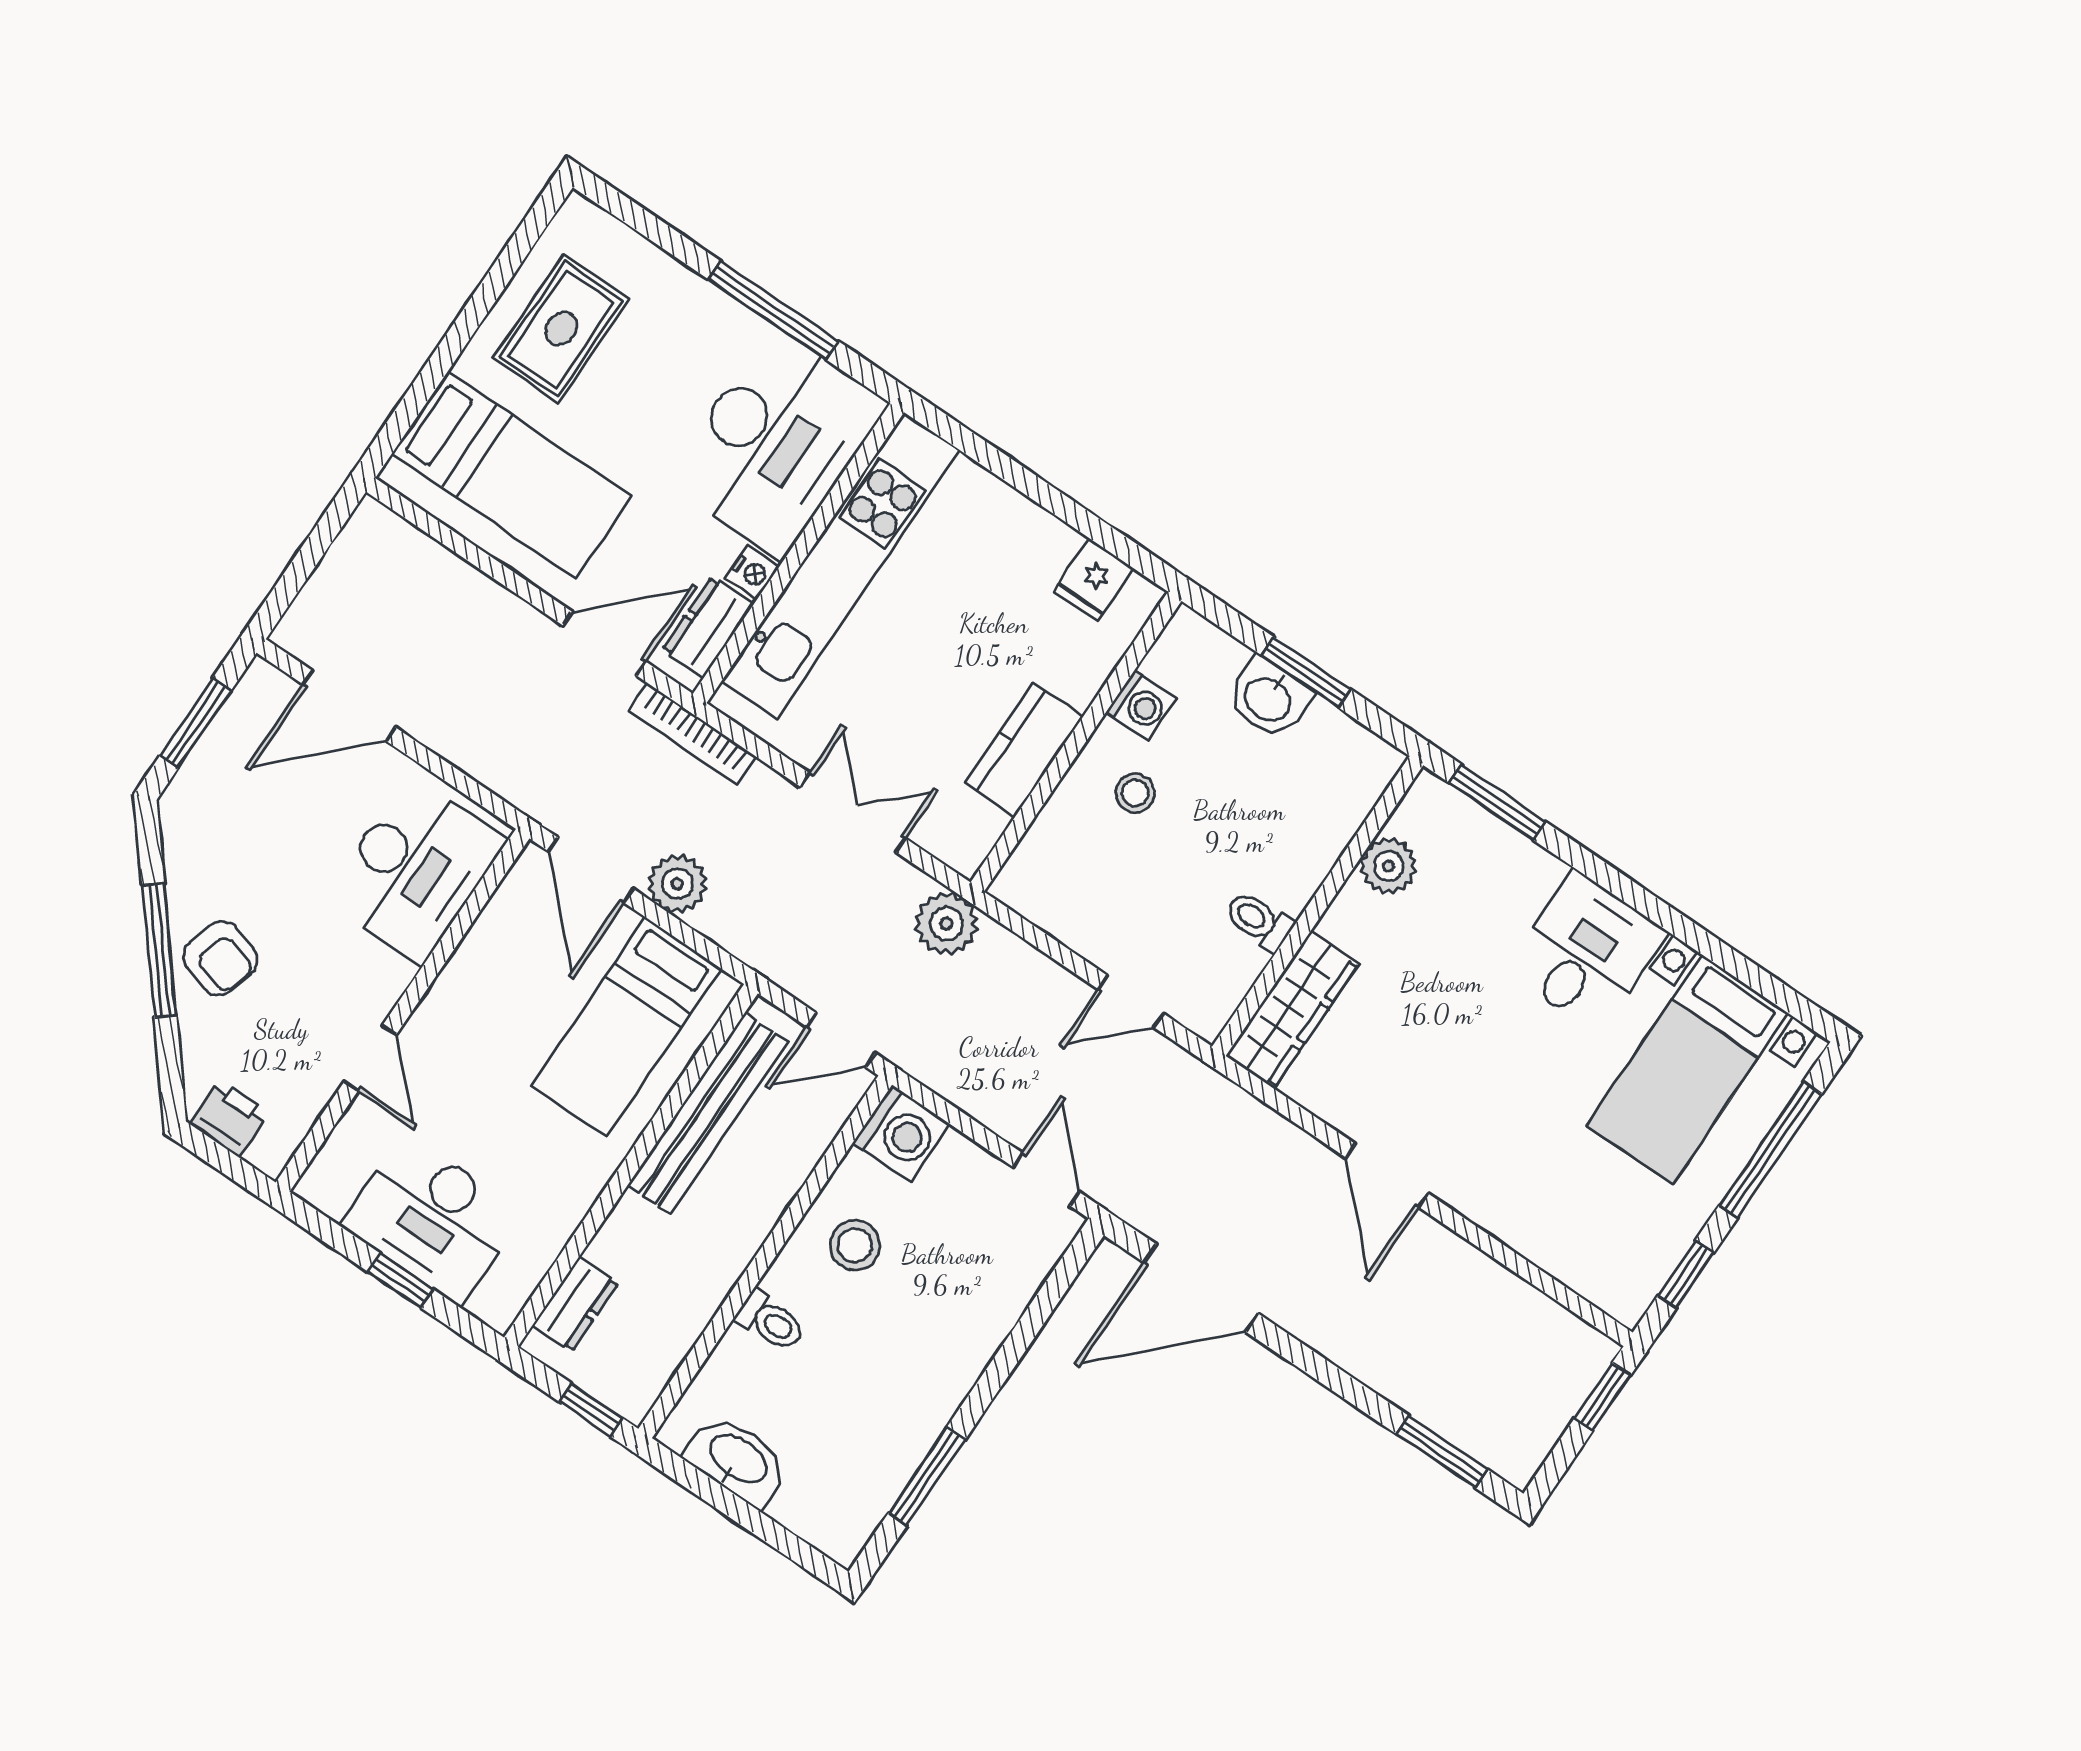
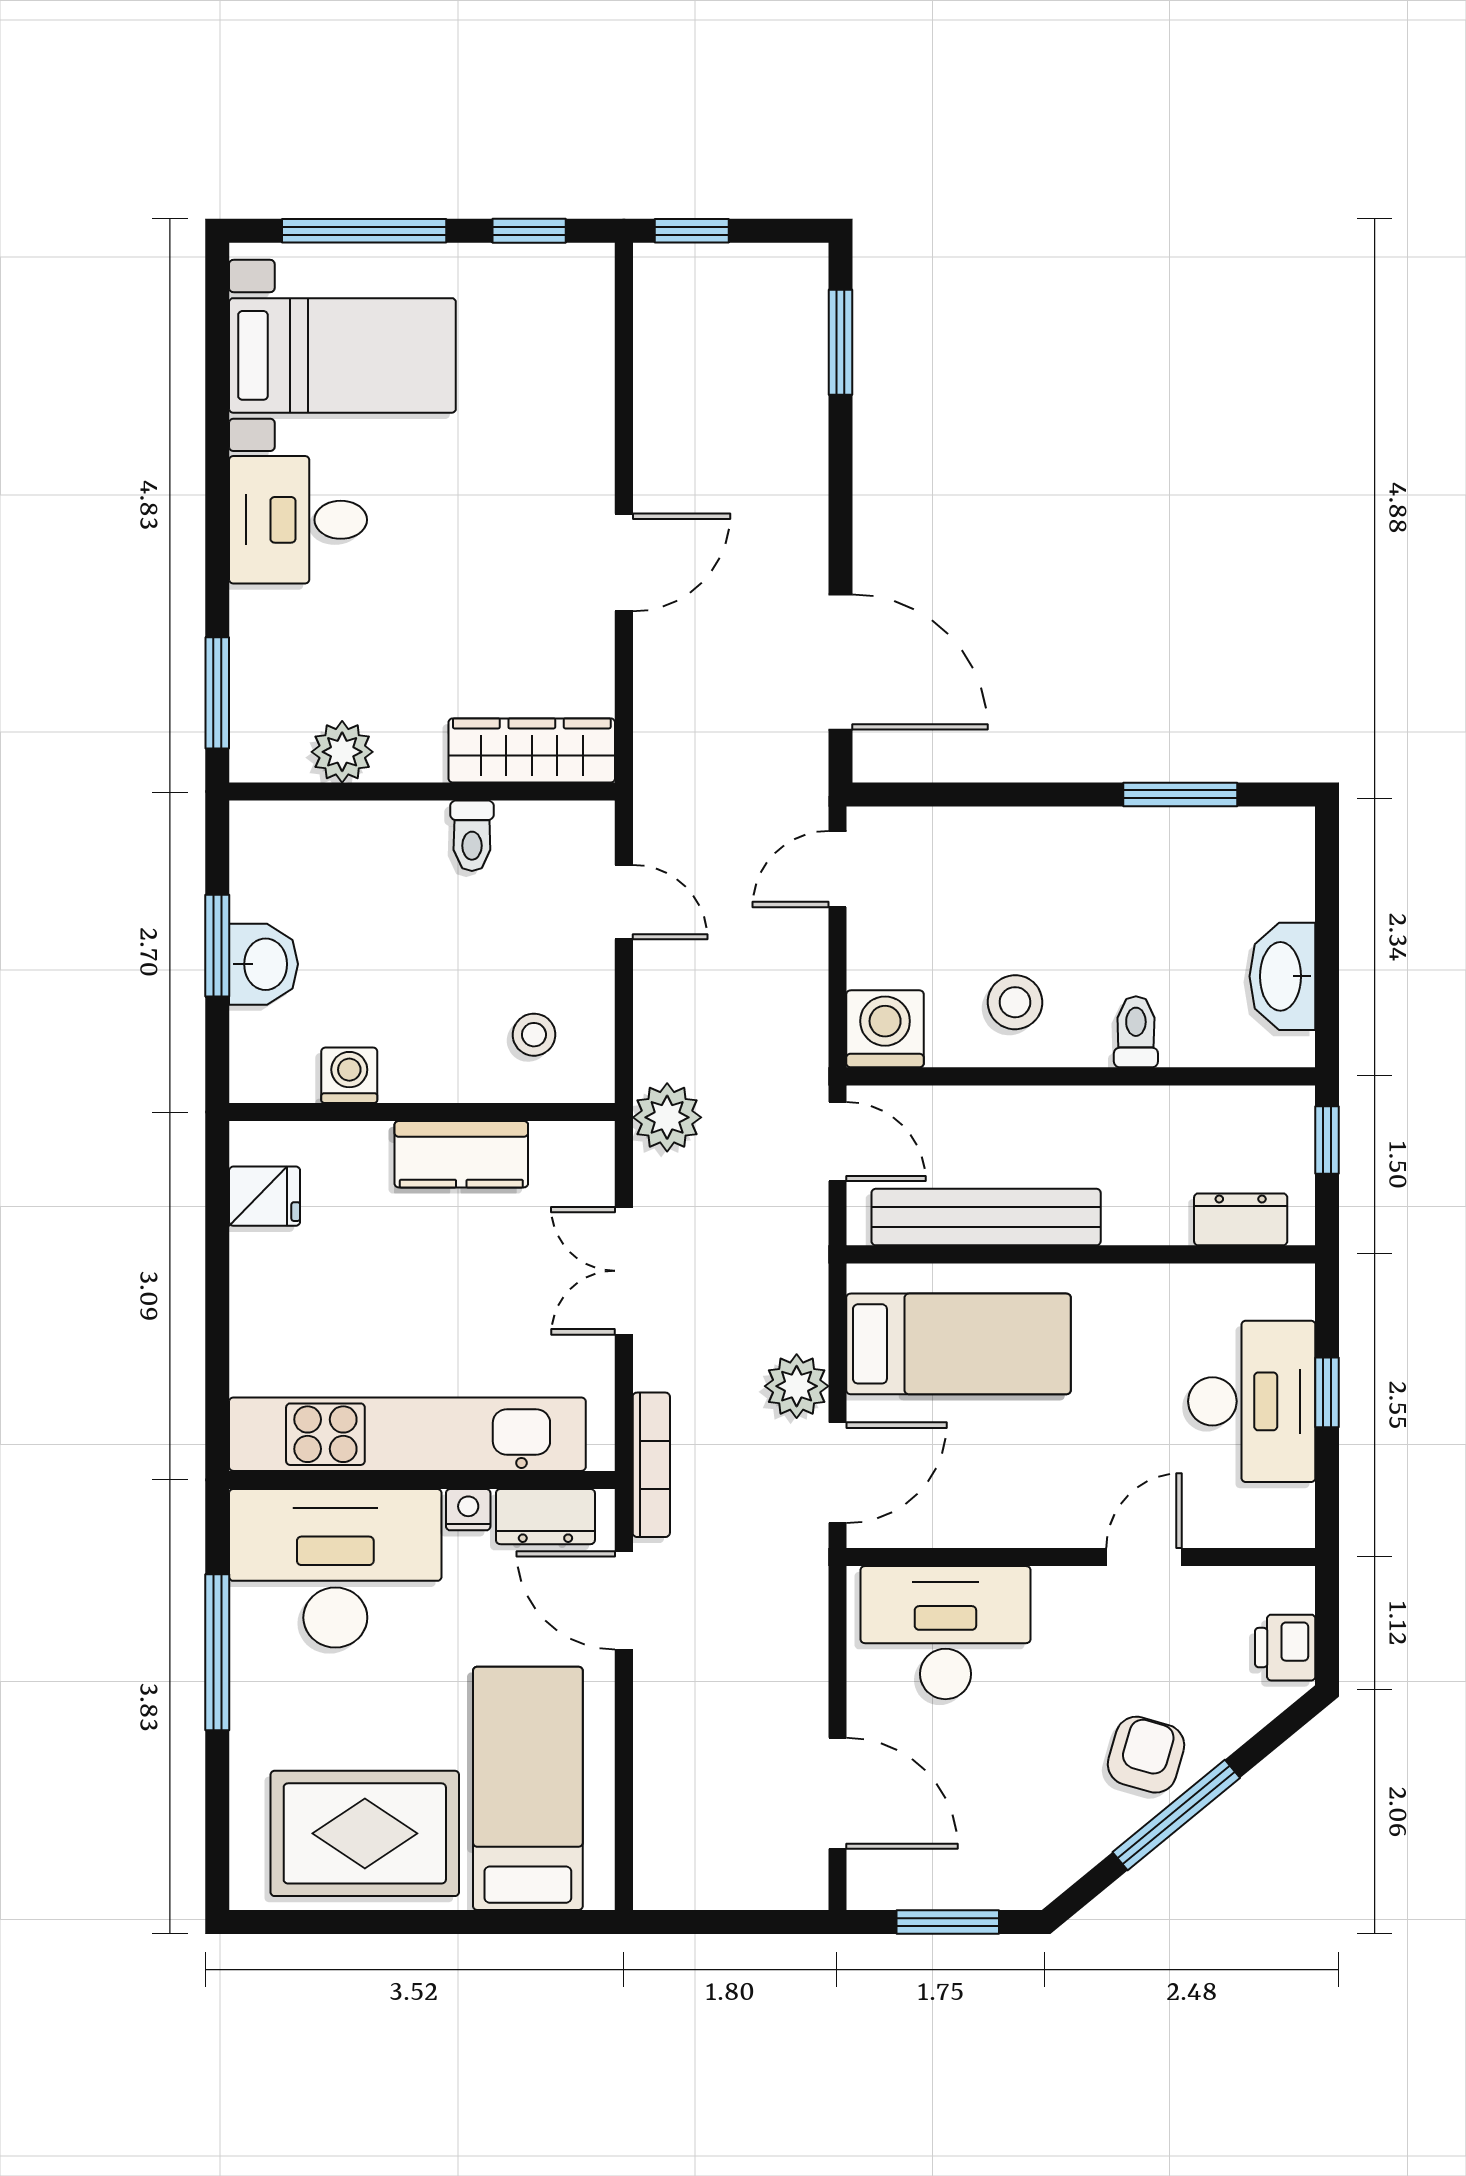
rug: (561, 329) -> (365, 1833), width x1.36, depth x1.43
stool: (1135, 793) -> (534, 1035), moved

